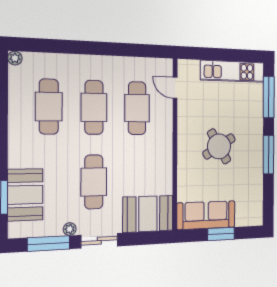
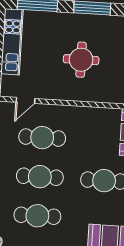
round table: (219, 146) -> (81, 60), turned 31

